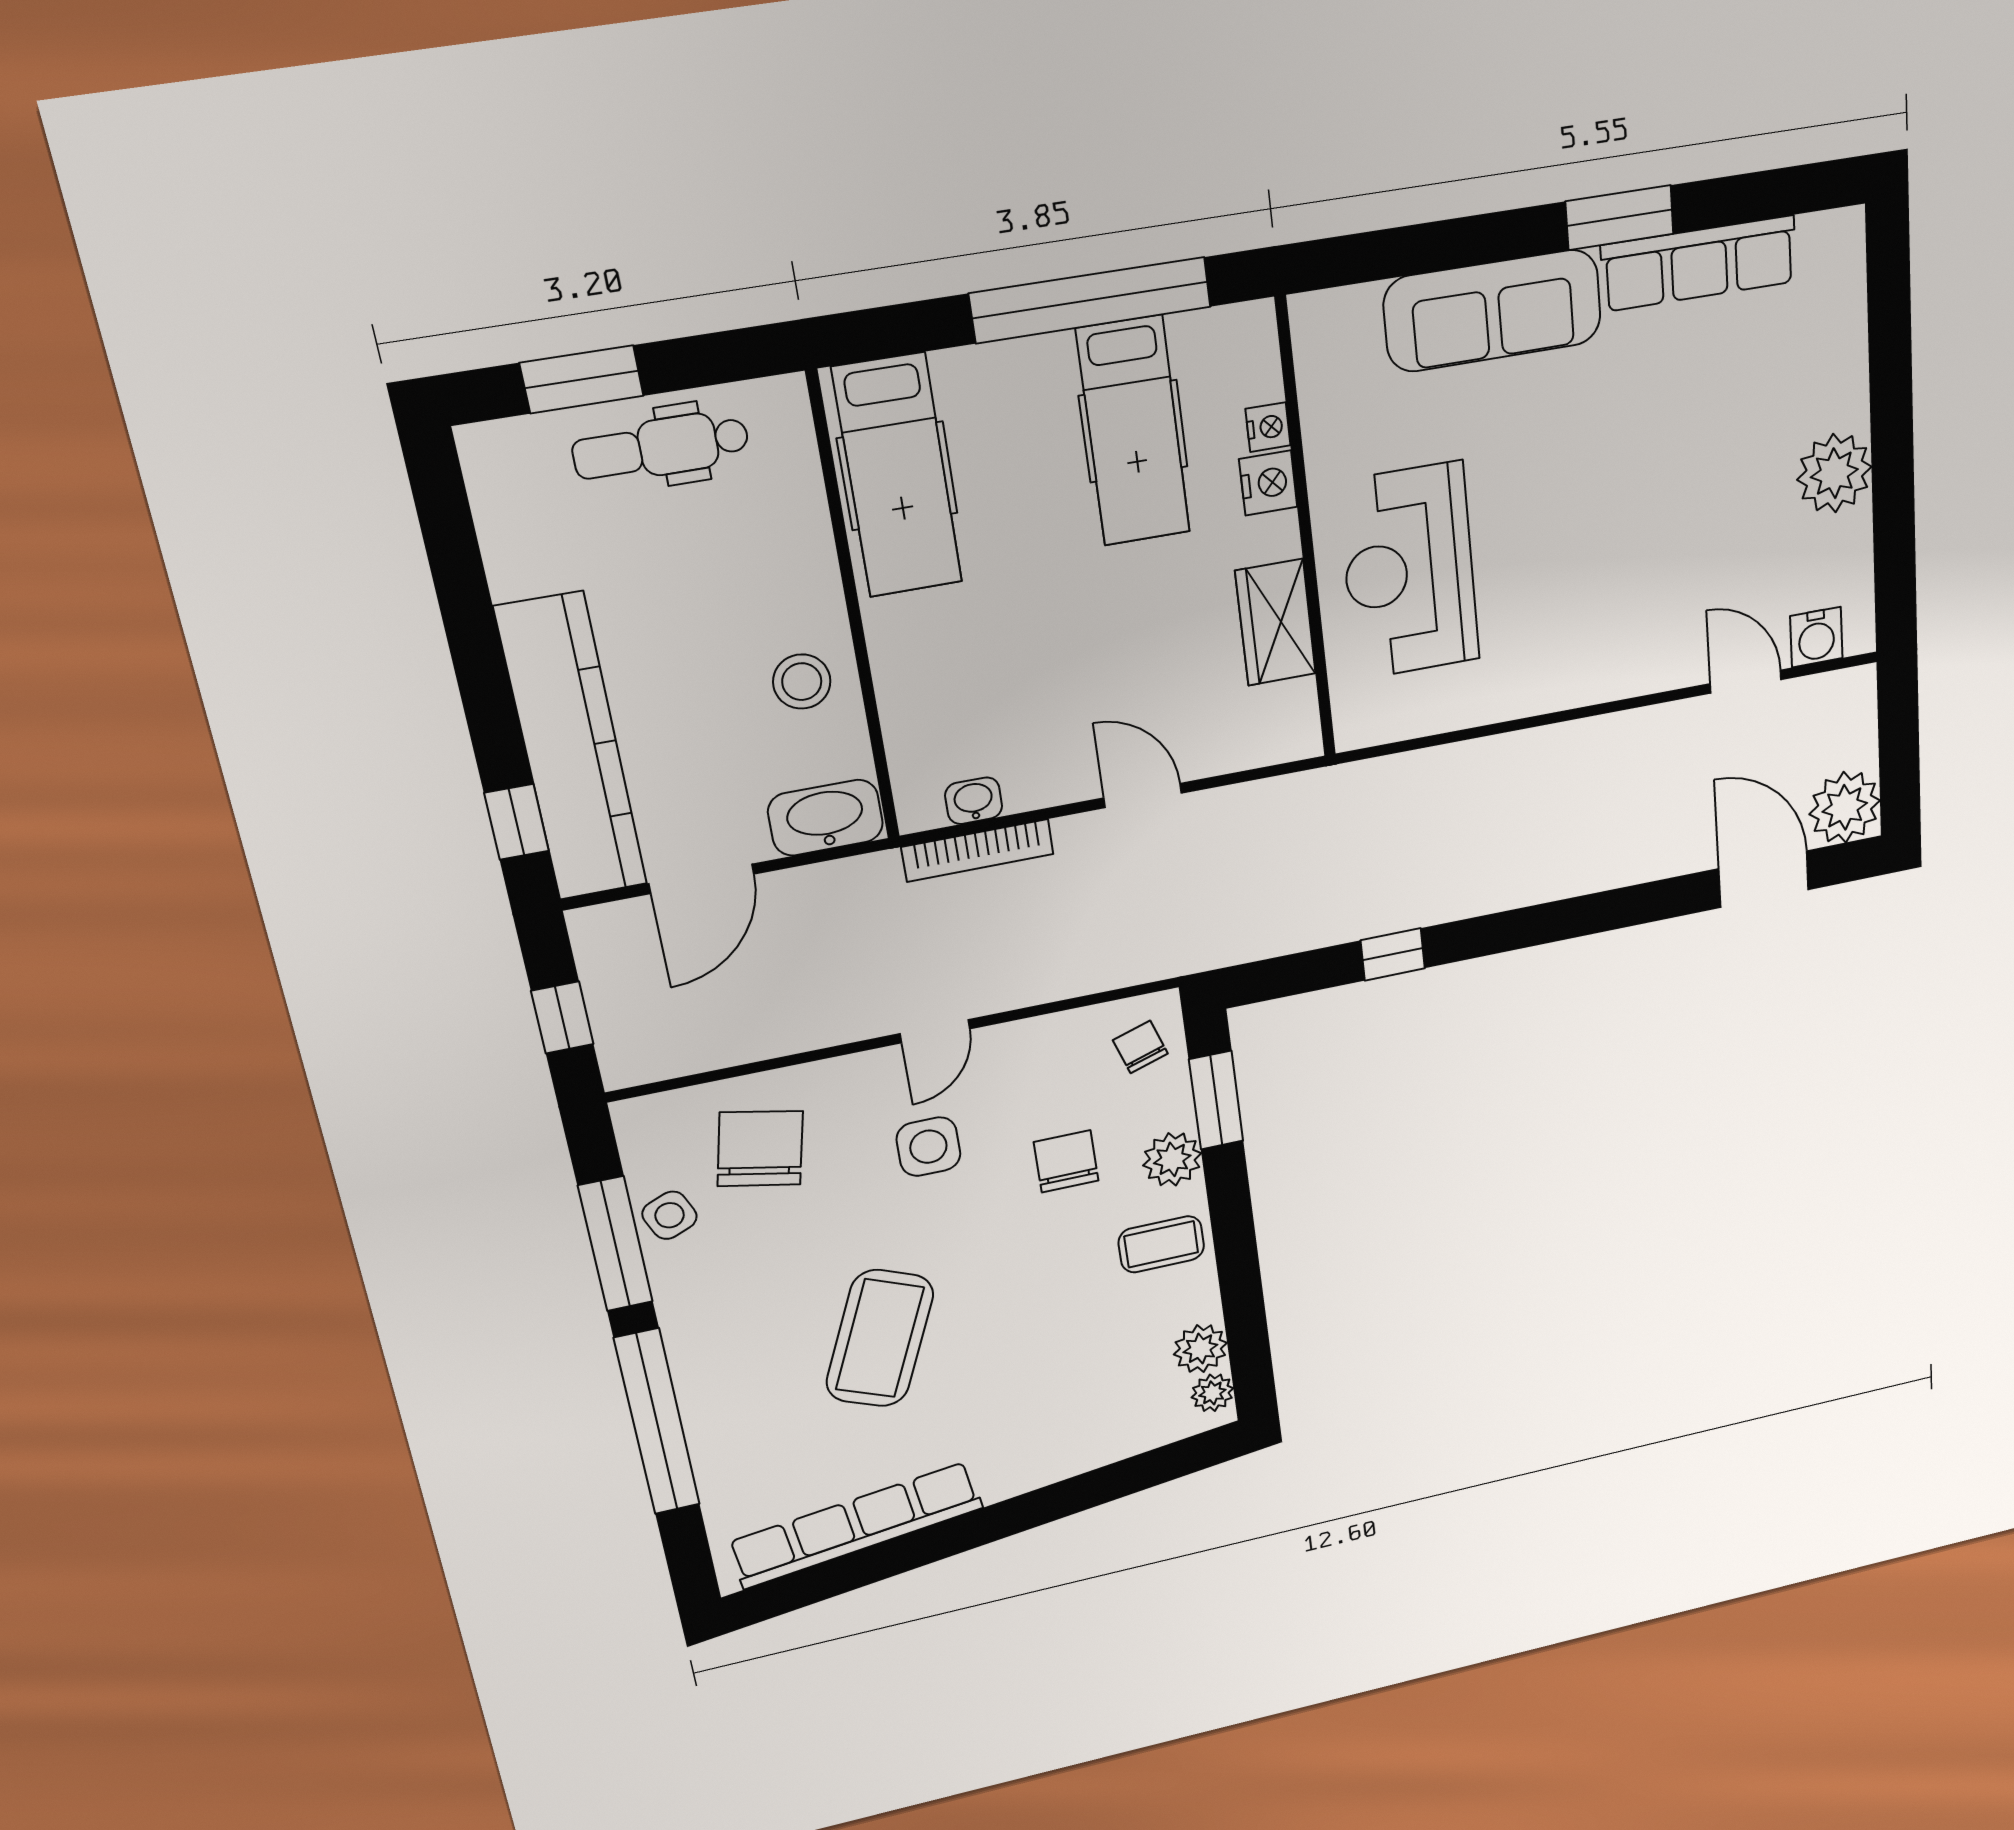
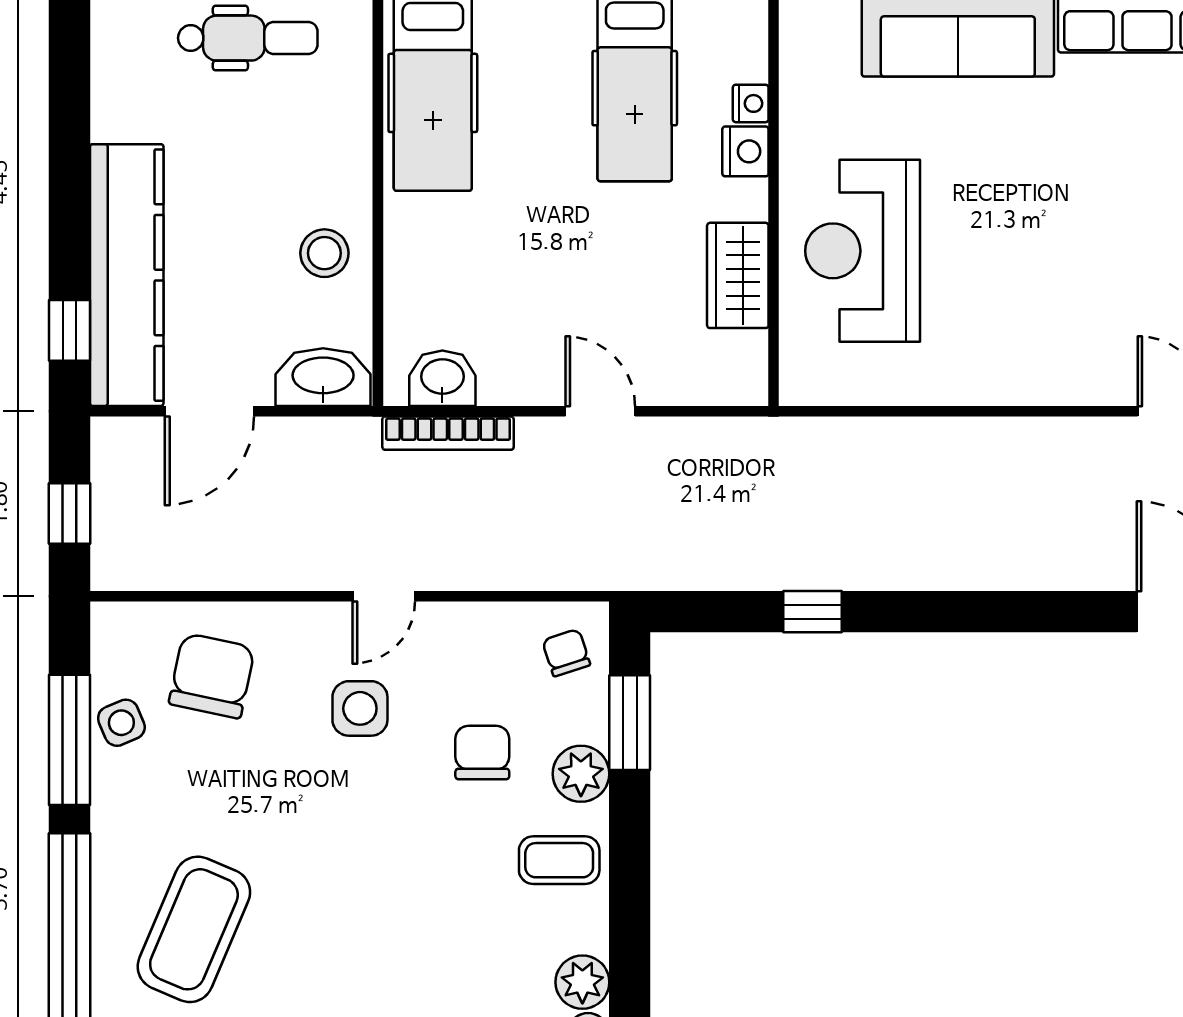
dental chair: (661, 447) -> (248, 38), turned 180
washbasin: (974, 801) -> (442, 378), width x1.38, depth x1.45
coffee table: (880, 1338) -> (194, 929), moved

